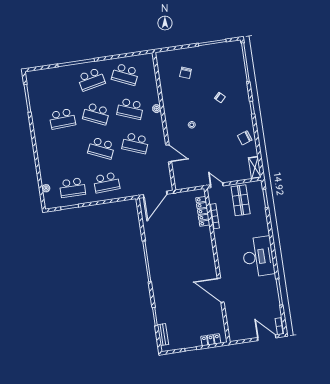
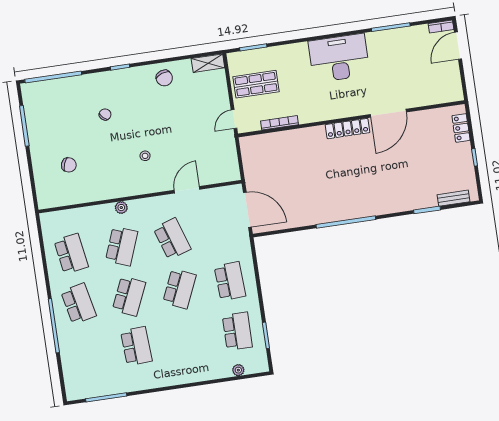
school desk: (125, 74) -> (71, 254), turned -33
school desk: (135, 143) -> (172, 239), turned -39
locker: (203, 211) -> (348, 129), moved

